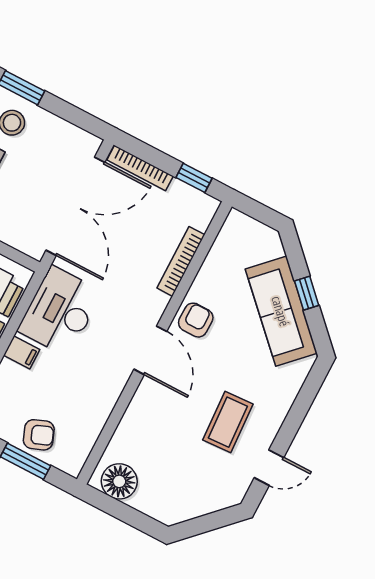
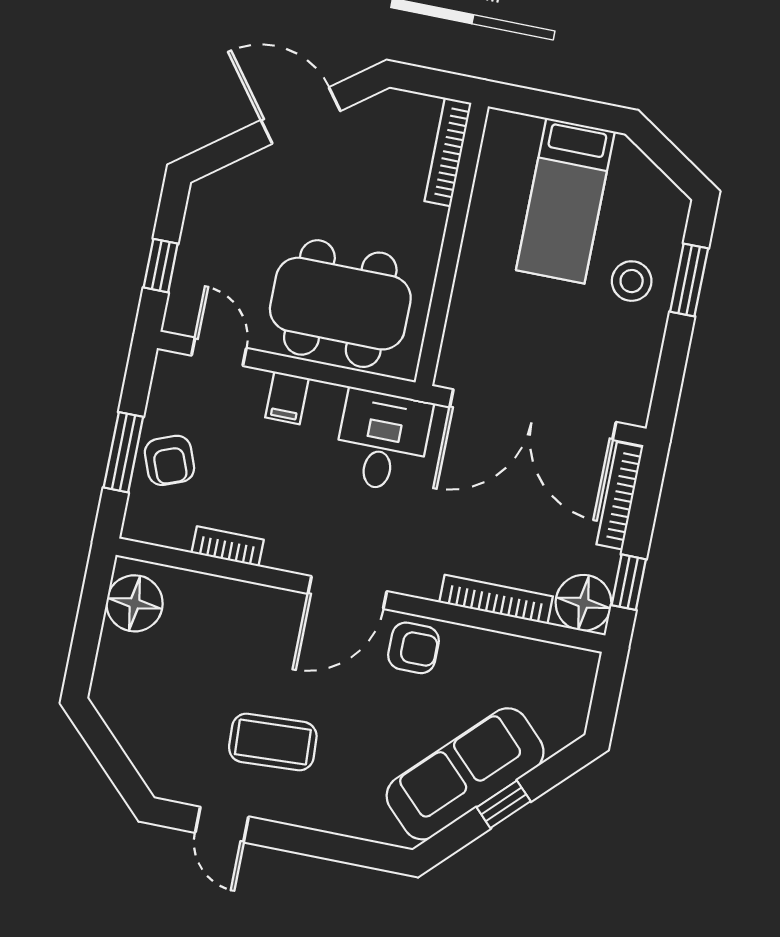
floor lamp: (199, 209) -> (583, 603), added
desk: (60, 311) -> (383, 441), width x0.73
bookcase: (101, 415) -> (228, 546), added

